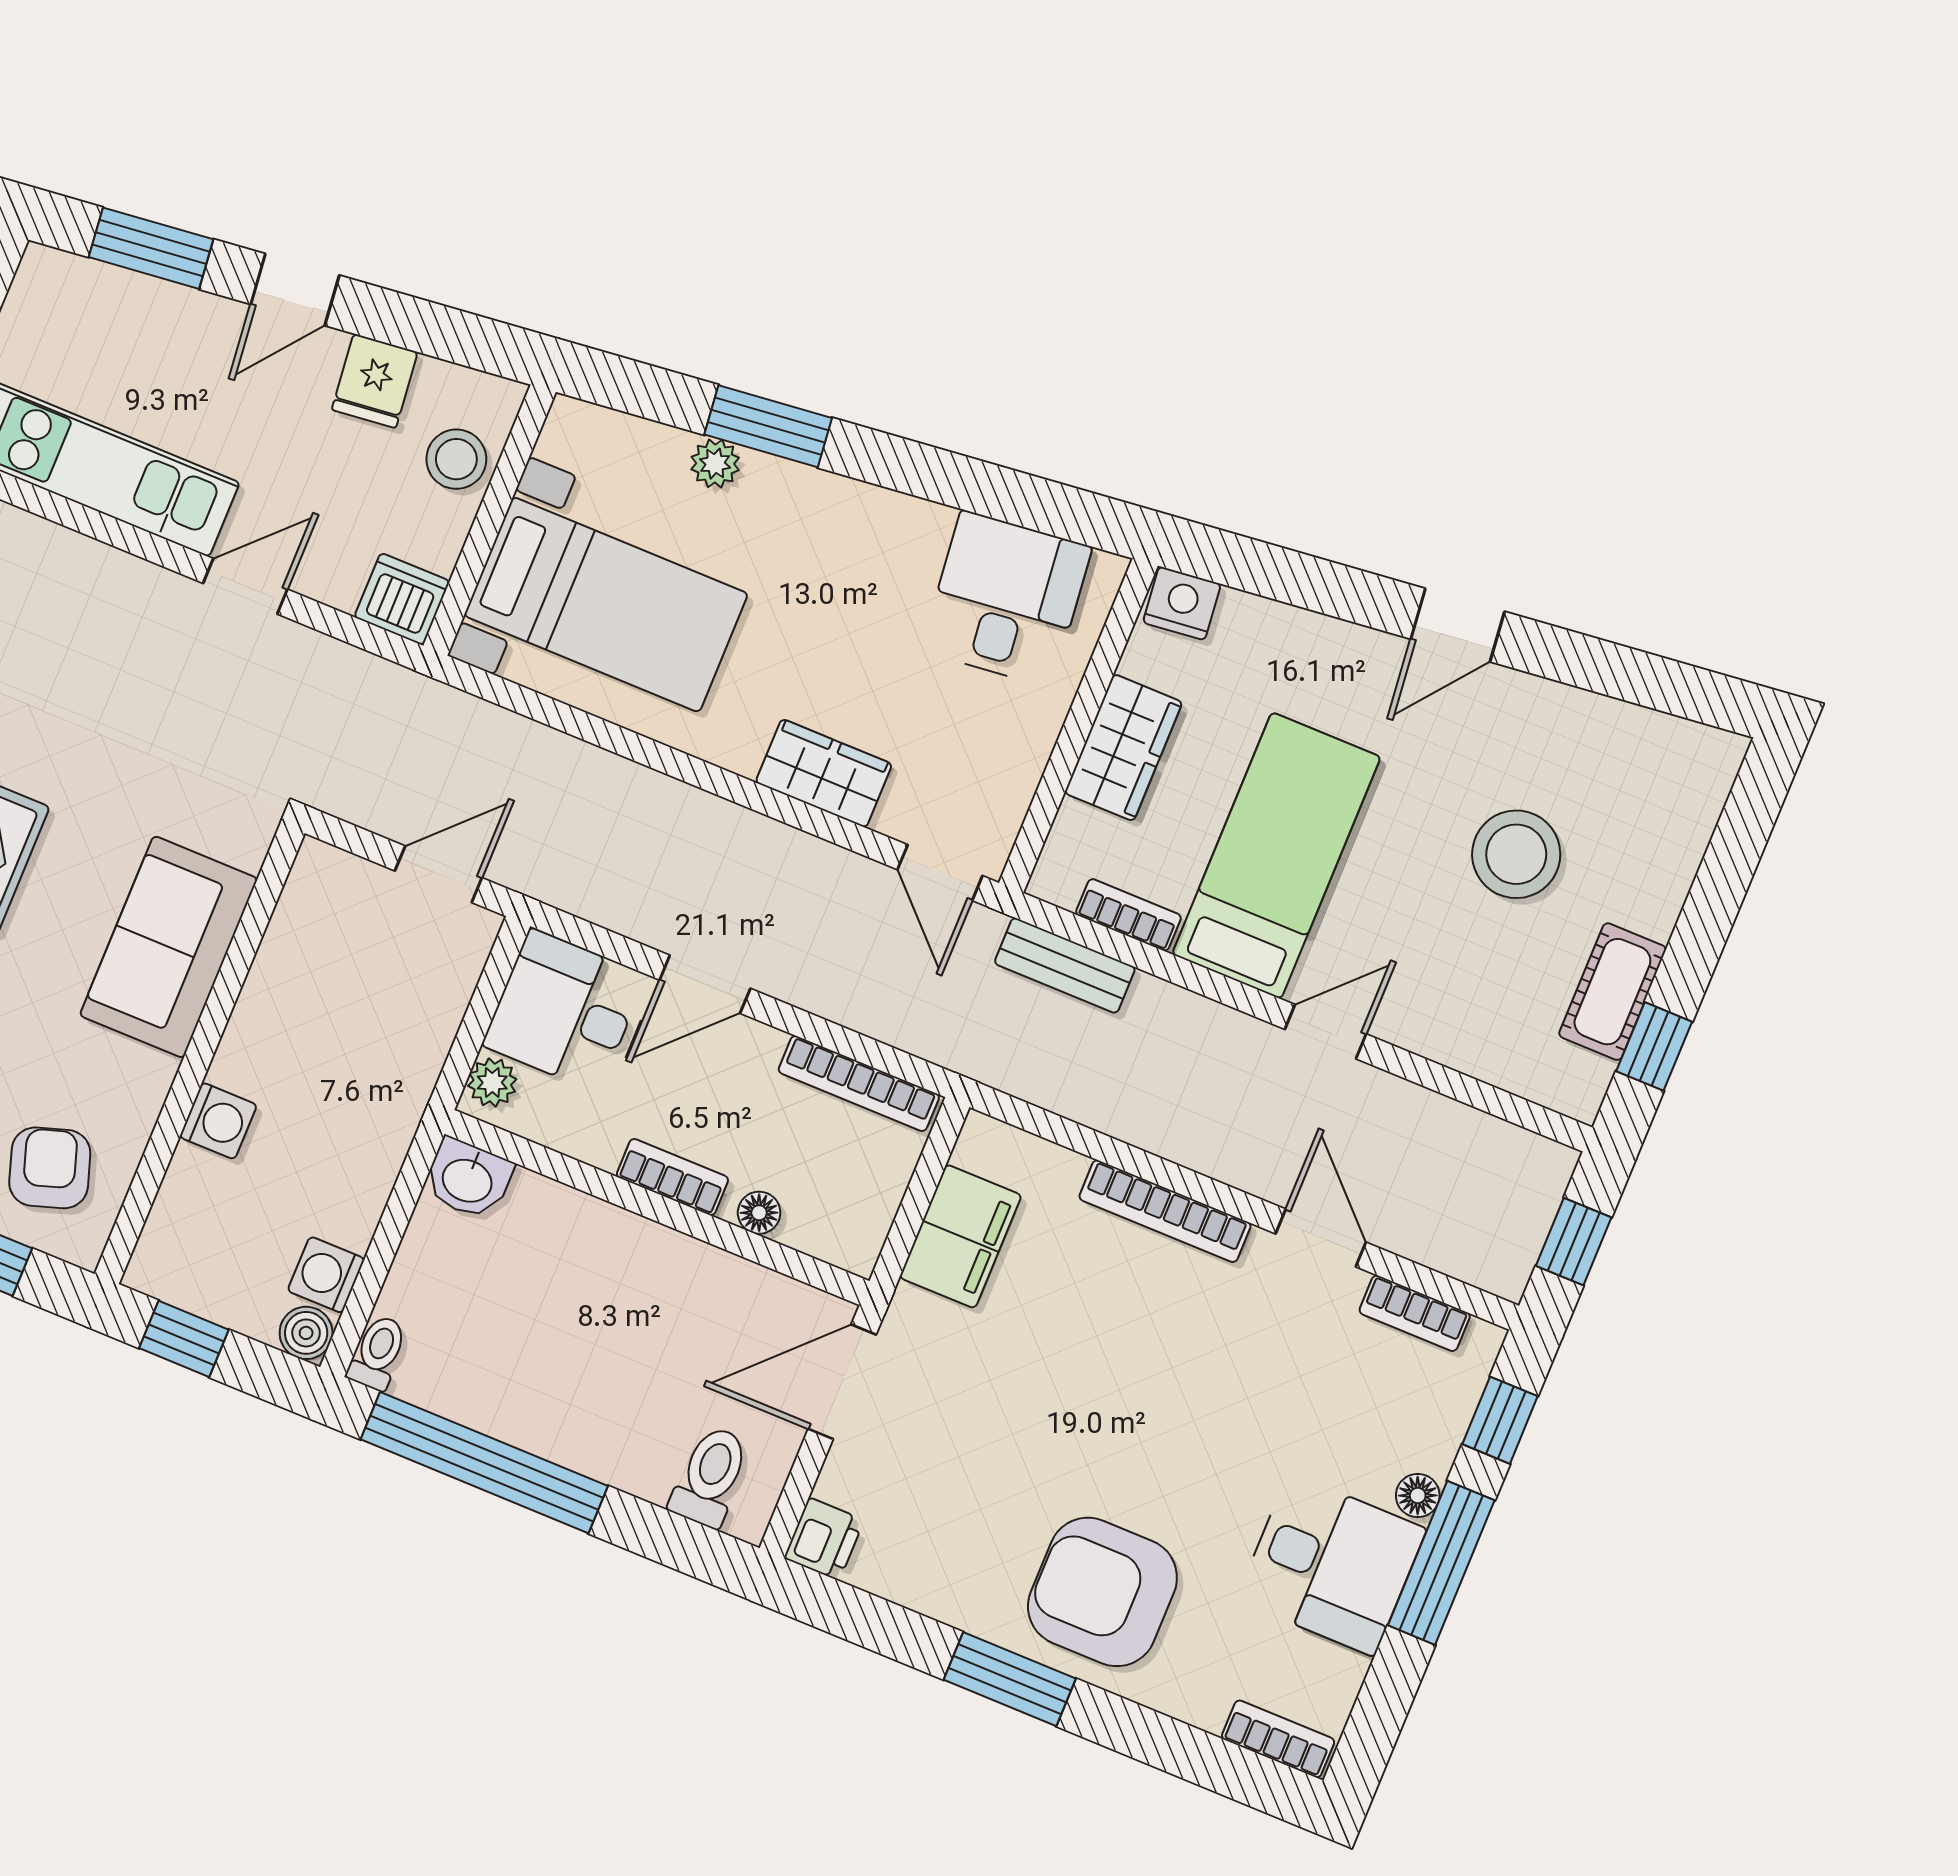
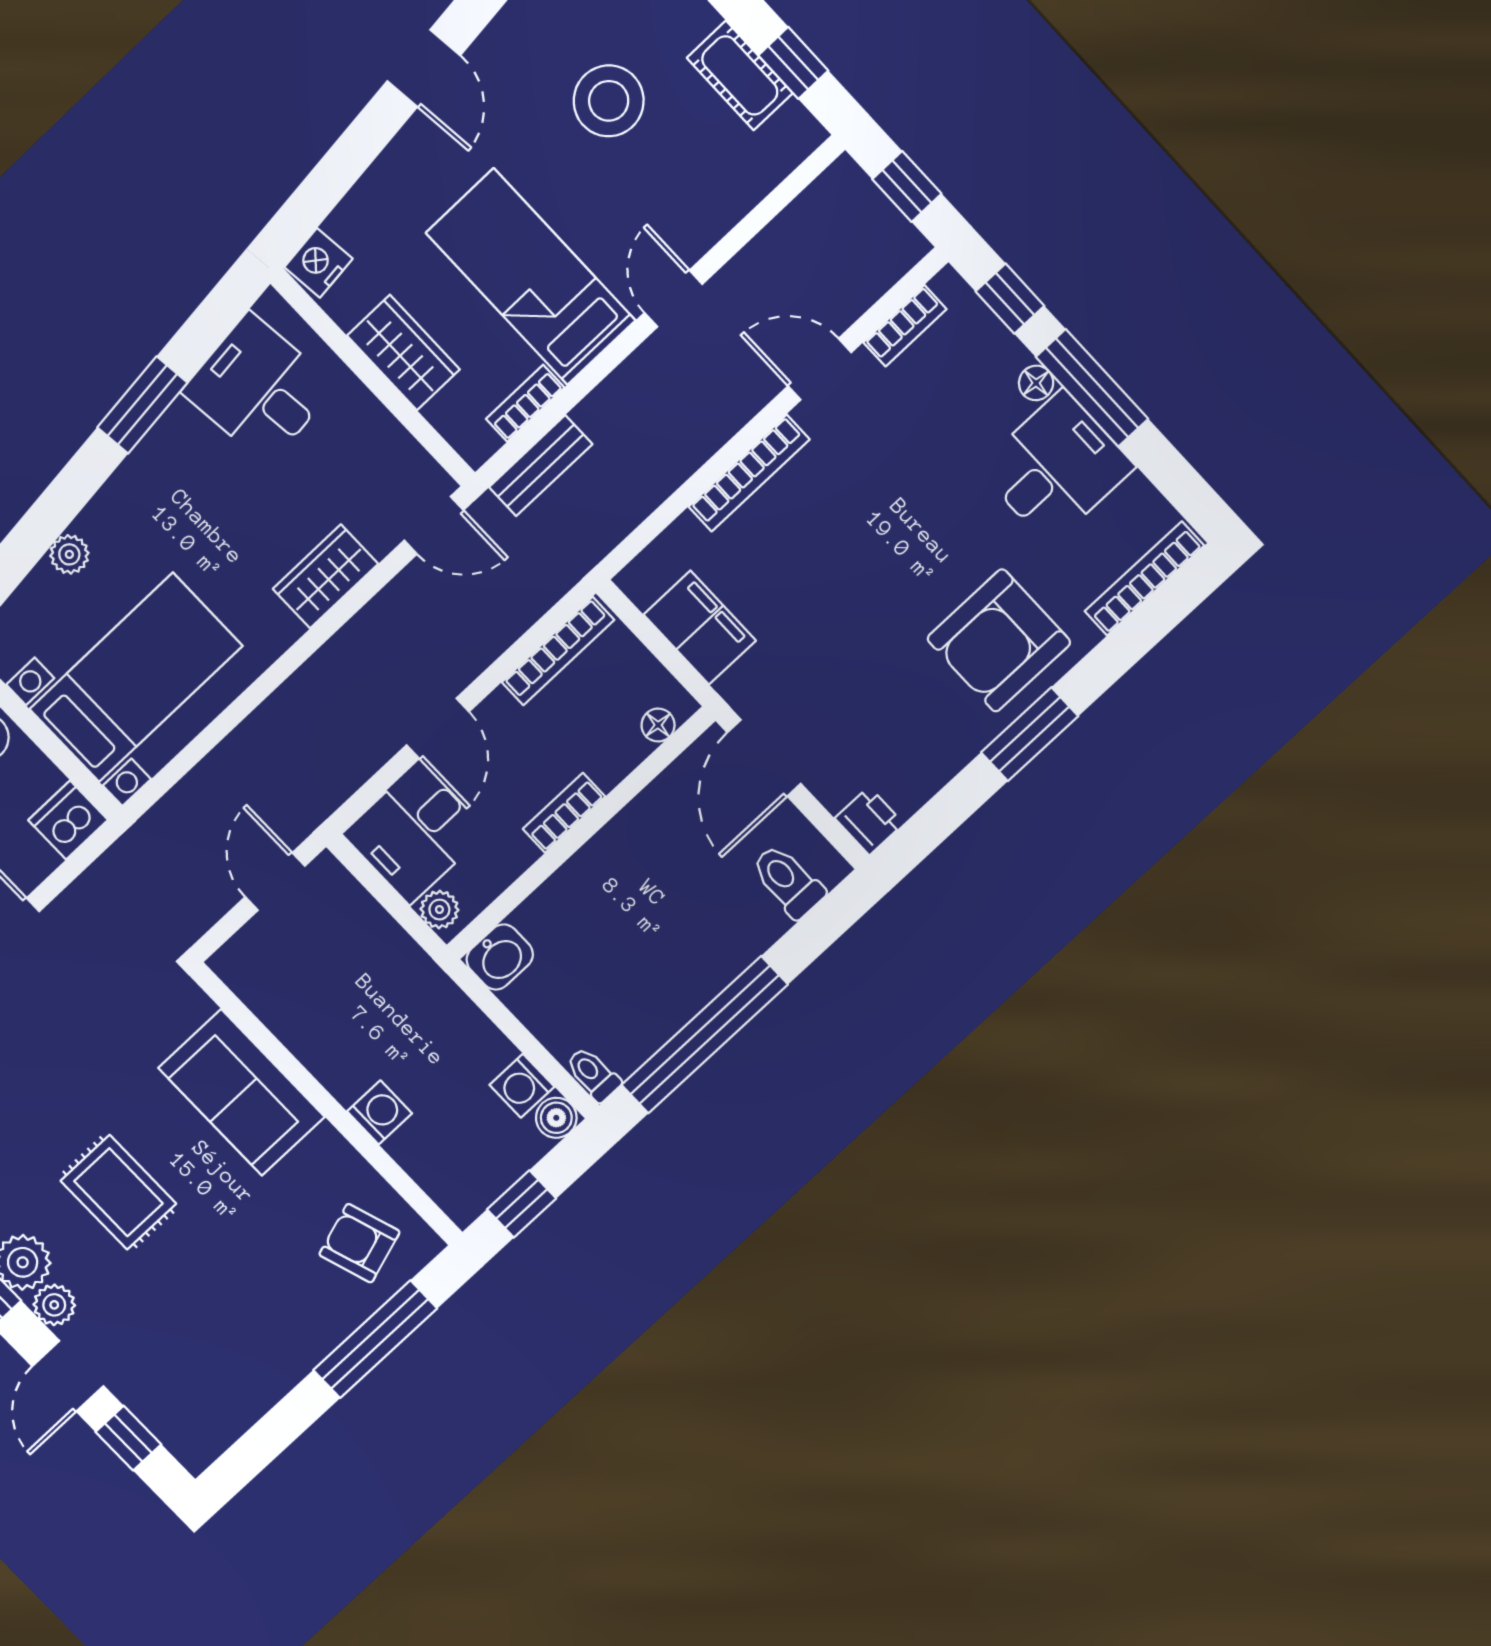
window: (768, 426) -> (142, 405), moved
floor lamp: (759, 1213) -> (658, 725), moved
bookcase: (1278, 1739) -> (1144, 578), width x1.56

